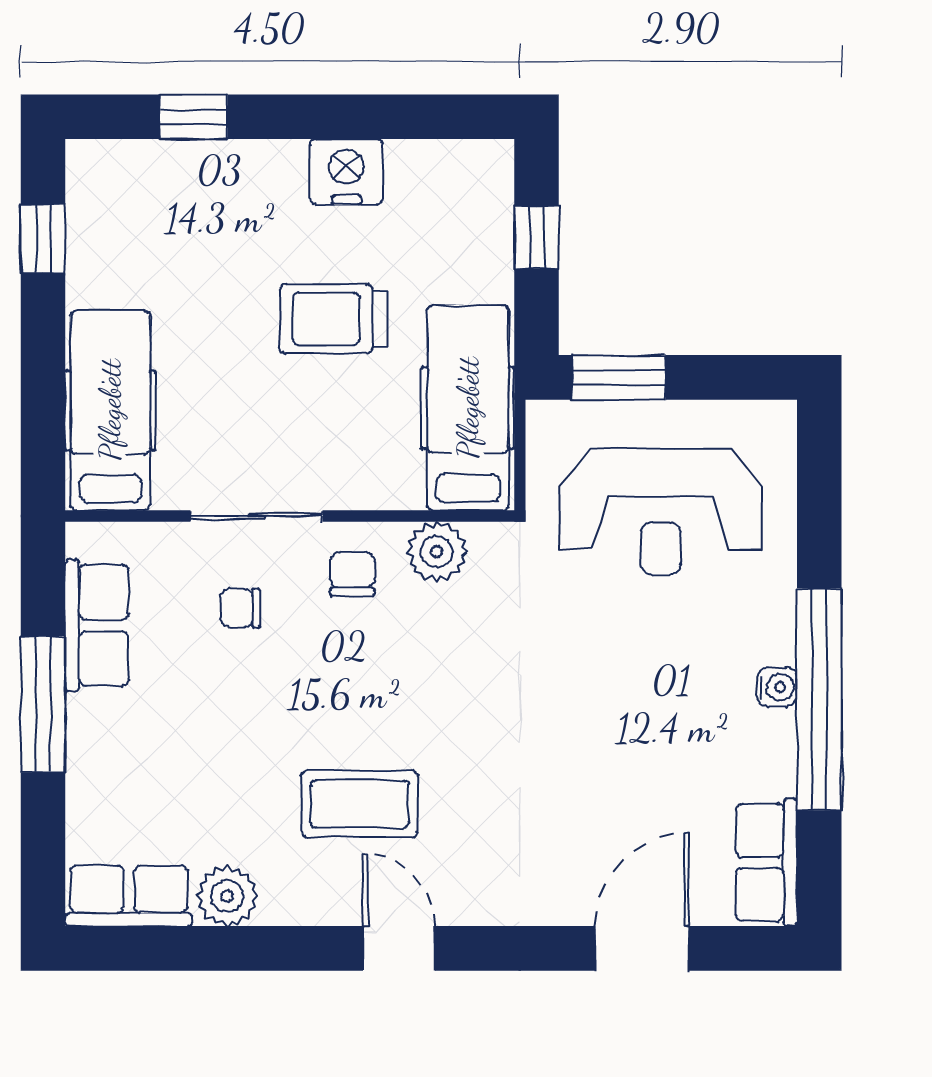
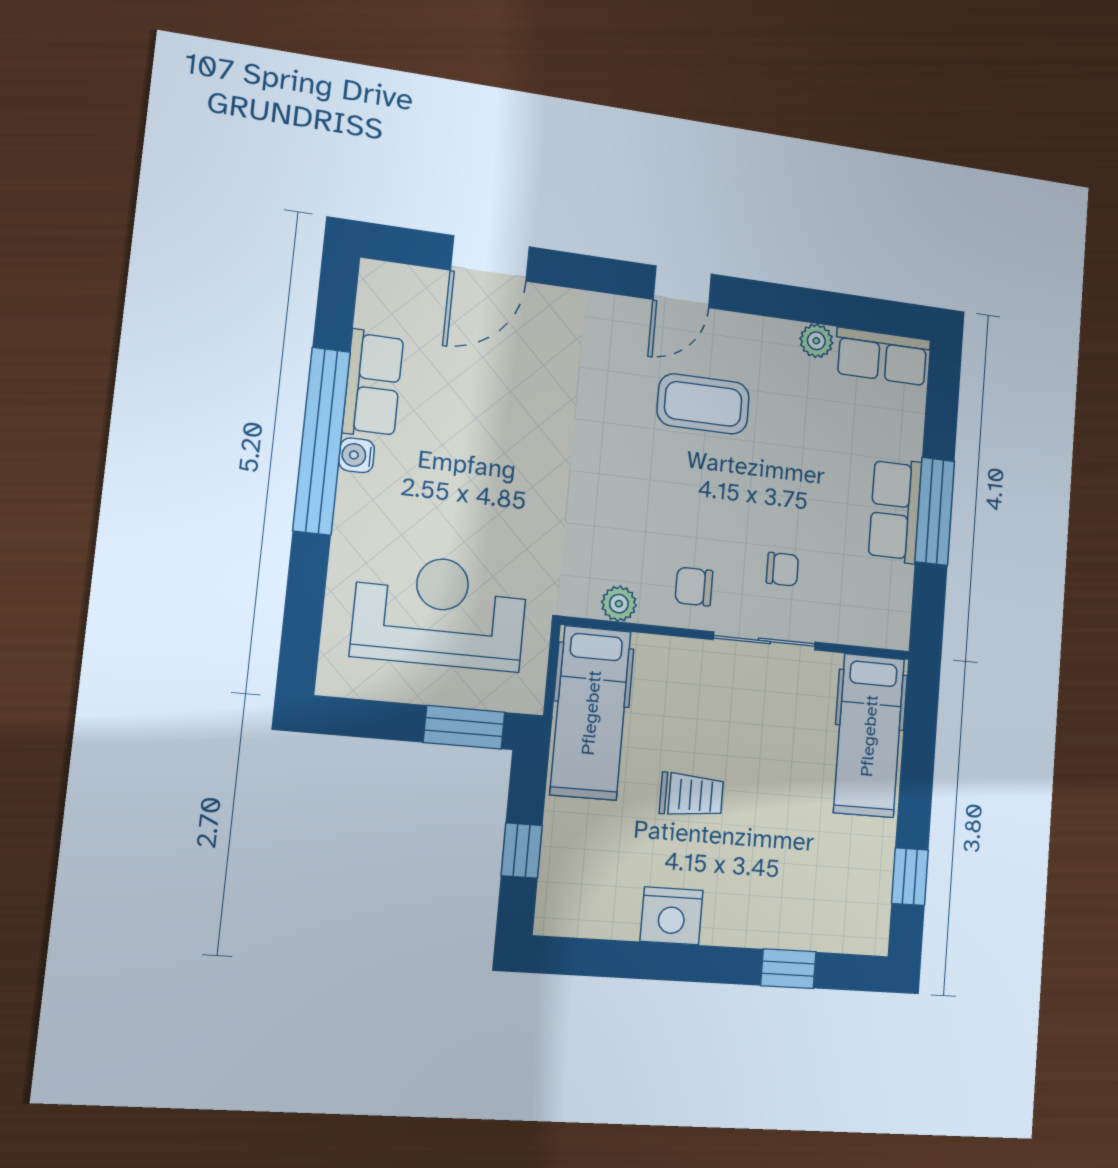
trolley: (334, 319) -> (691, 795), width x0.73, depth x0.72
plant: (436, 552) -> (619, 604), width x0.73, depth x0.73
chair: (352, 574) -> (694, 587), turned 90
row of seats: (97, 625) -> (895, 510), moved
row of seats: (767, 862) -> (373, 384), moved
plant: (227, 896) -> (816, 341), width x0.73, depth x0.73
door: (399, 948) -> (682, 287), hinge flipped

